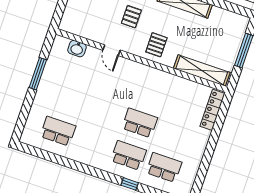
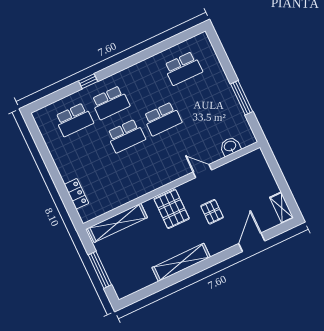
pallet: (156, 45) -> (172, 209), width x1.50, depth x1.42
locker: (212, 110) -> (76, 194), width x0.66
school desk: (104, 111) -> (162, 119), added

